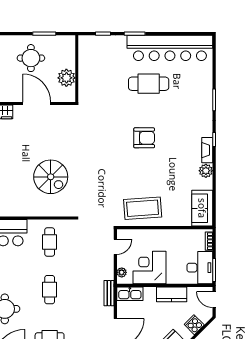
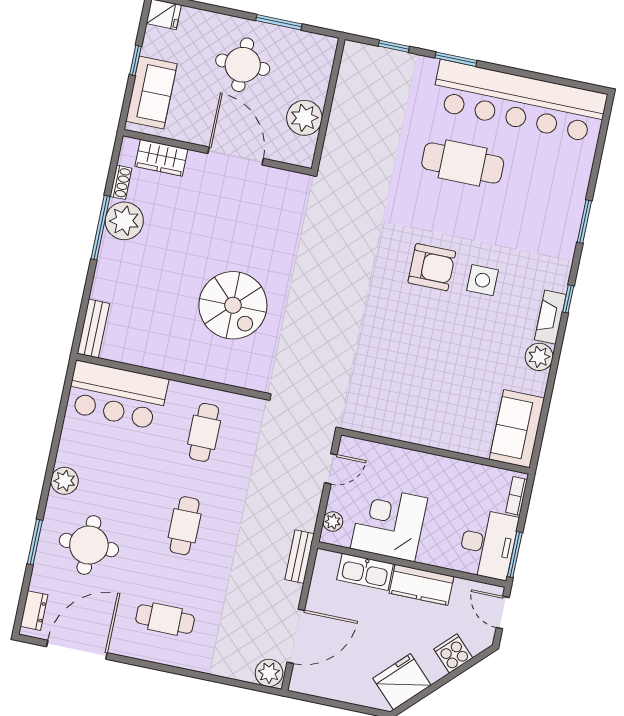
side table: (170, 139) -> (483, 280), added
coffee table: (143, 208) -> (400, 404), removed
kitchen sink: (130, 294) -> (365, 572), moved

